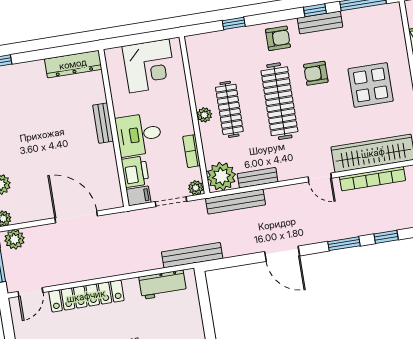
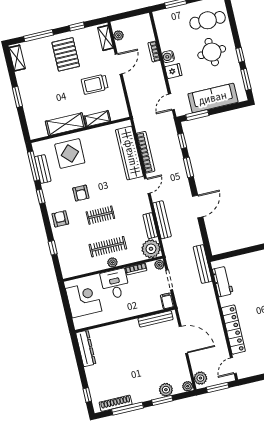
bench: (320, 23) -> (43, 169), moved
display table: (371, 85) -> (70, 154), moved
clothes rail: (279, 101) -> (100, 215), width x0.54, depth x0.76
bench: (103, 123) -> (156, 319), moved, width x1.36
desk: (139, 135) -> (115, 284), moved, turned 180
printer: (135, 172) -> (152, 304), removed
bench: (235, 202) -> (162, 220), moved
door: (76, 217) -> (183, 340), swing flipped
door: (30, 292) -> (233, 366), swing flipped

